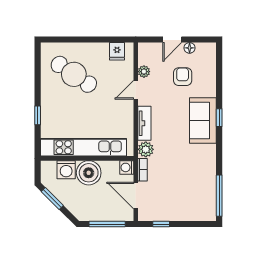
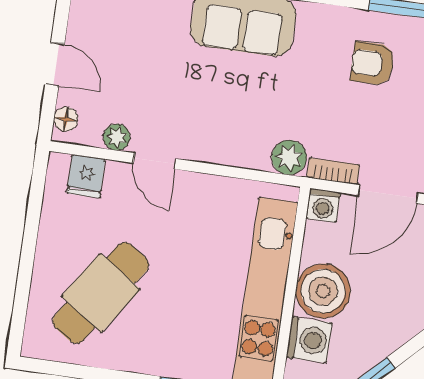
floor lamp: (190, 48) -> (66, 119), moved
fridge: (117, 51) -> (86, 176), moved, turned 90
armchair: (183, 77) -> (373, 63), moved
tv unit: (144, 123) -> (231, 152), removed

